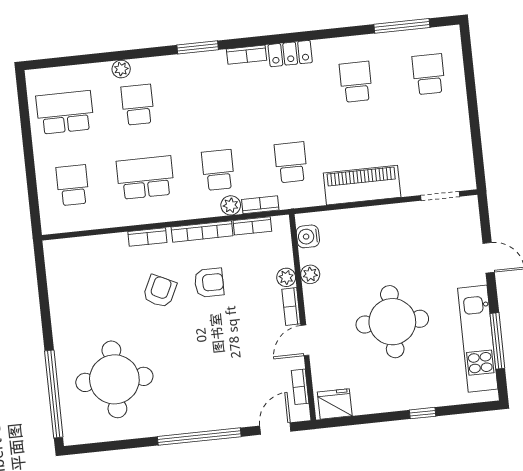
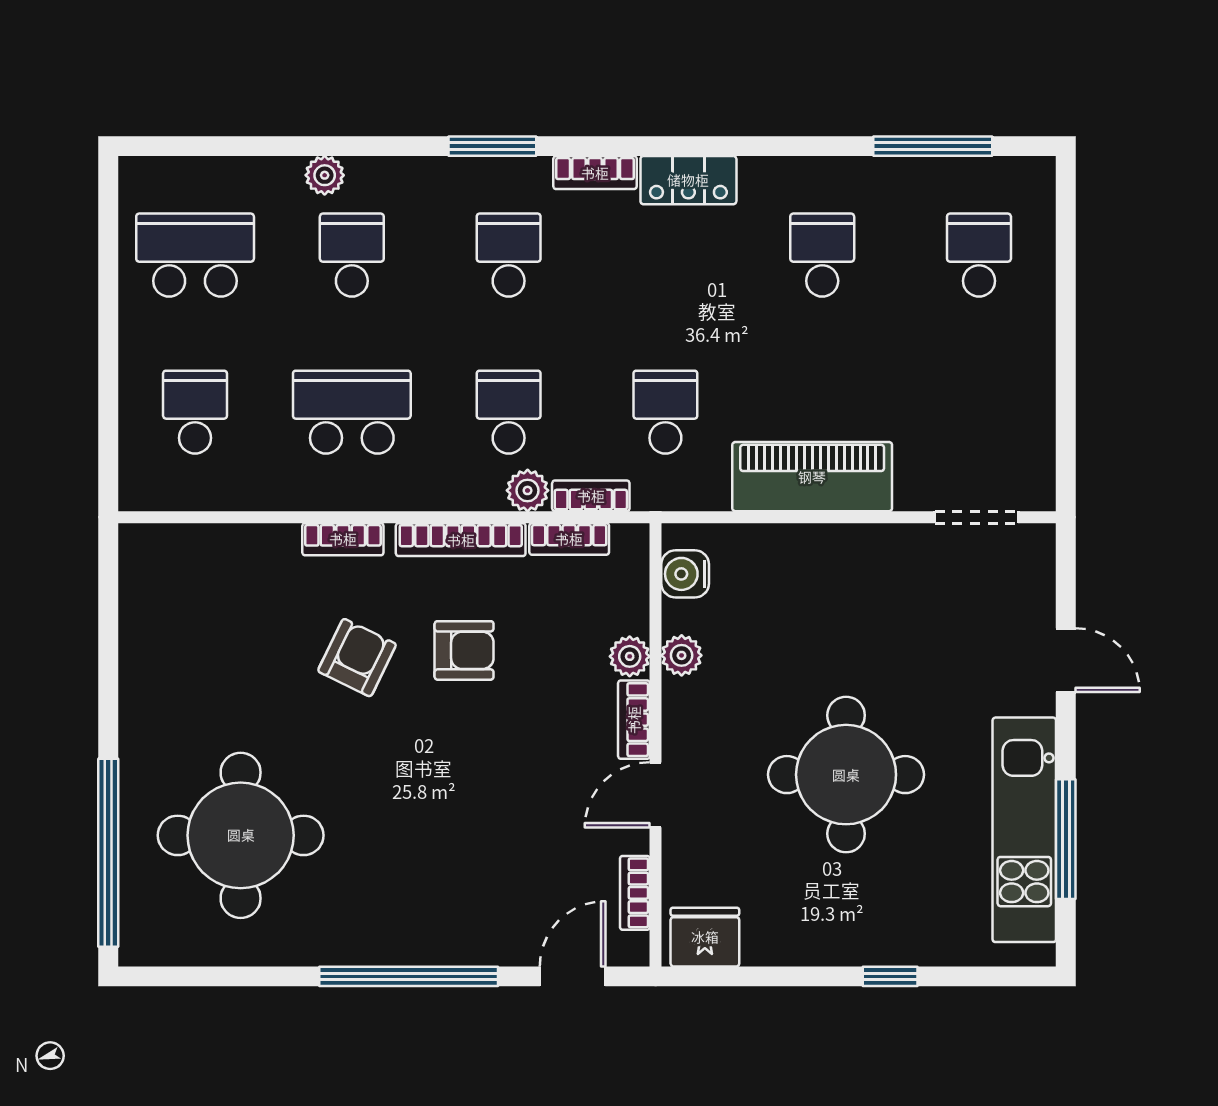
school desk: (210, 97) -> (509, 255), added

